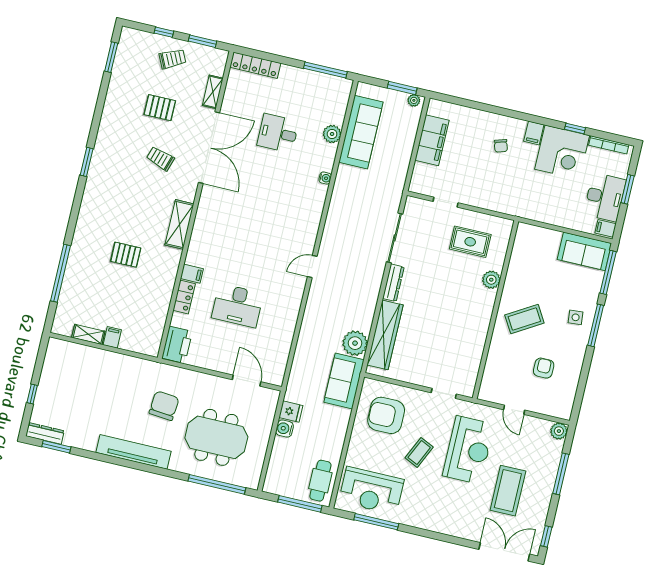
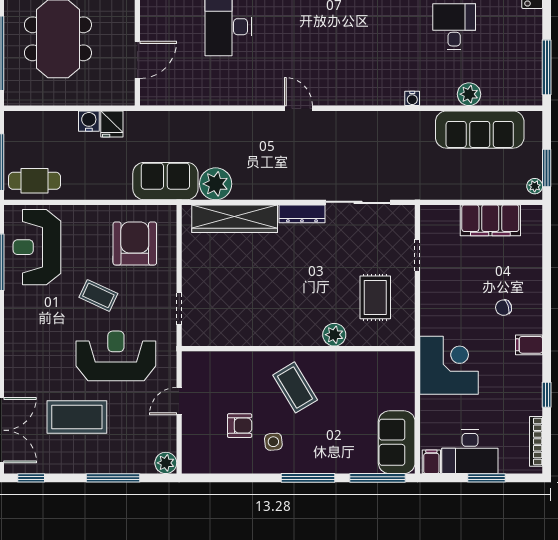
corner desk: (562, 152) -> (449, 365), moved, turned 180
side table: (576, 317) -> (273, 442), moved
reception desk: (468, 450) -> (116, 356), turned 180

